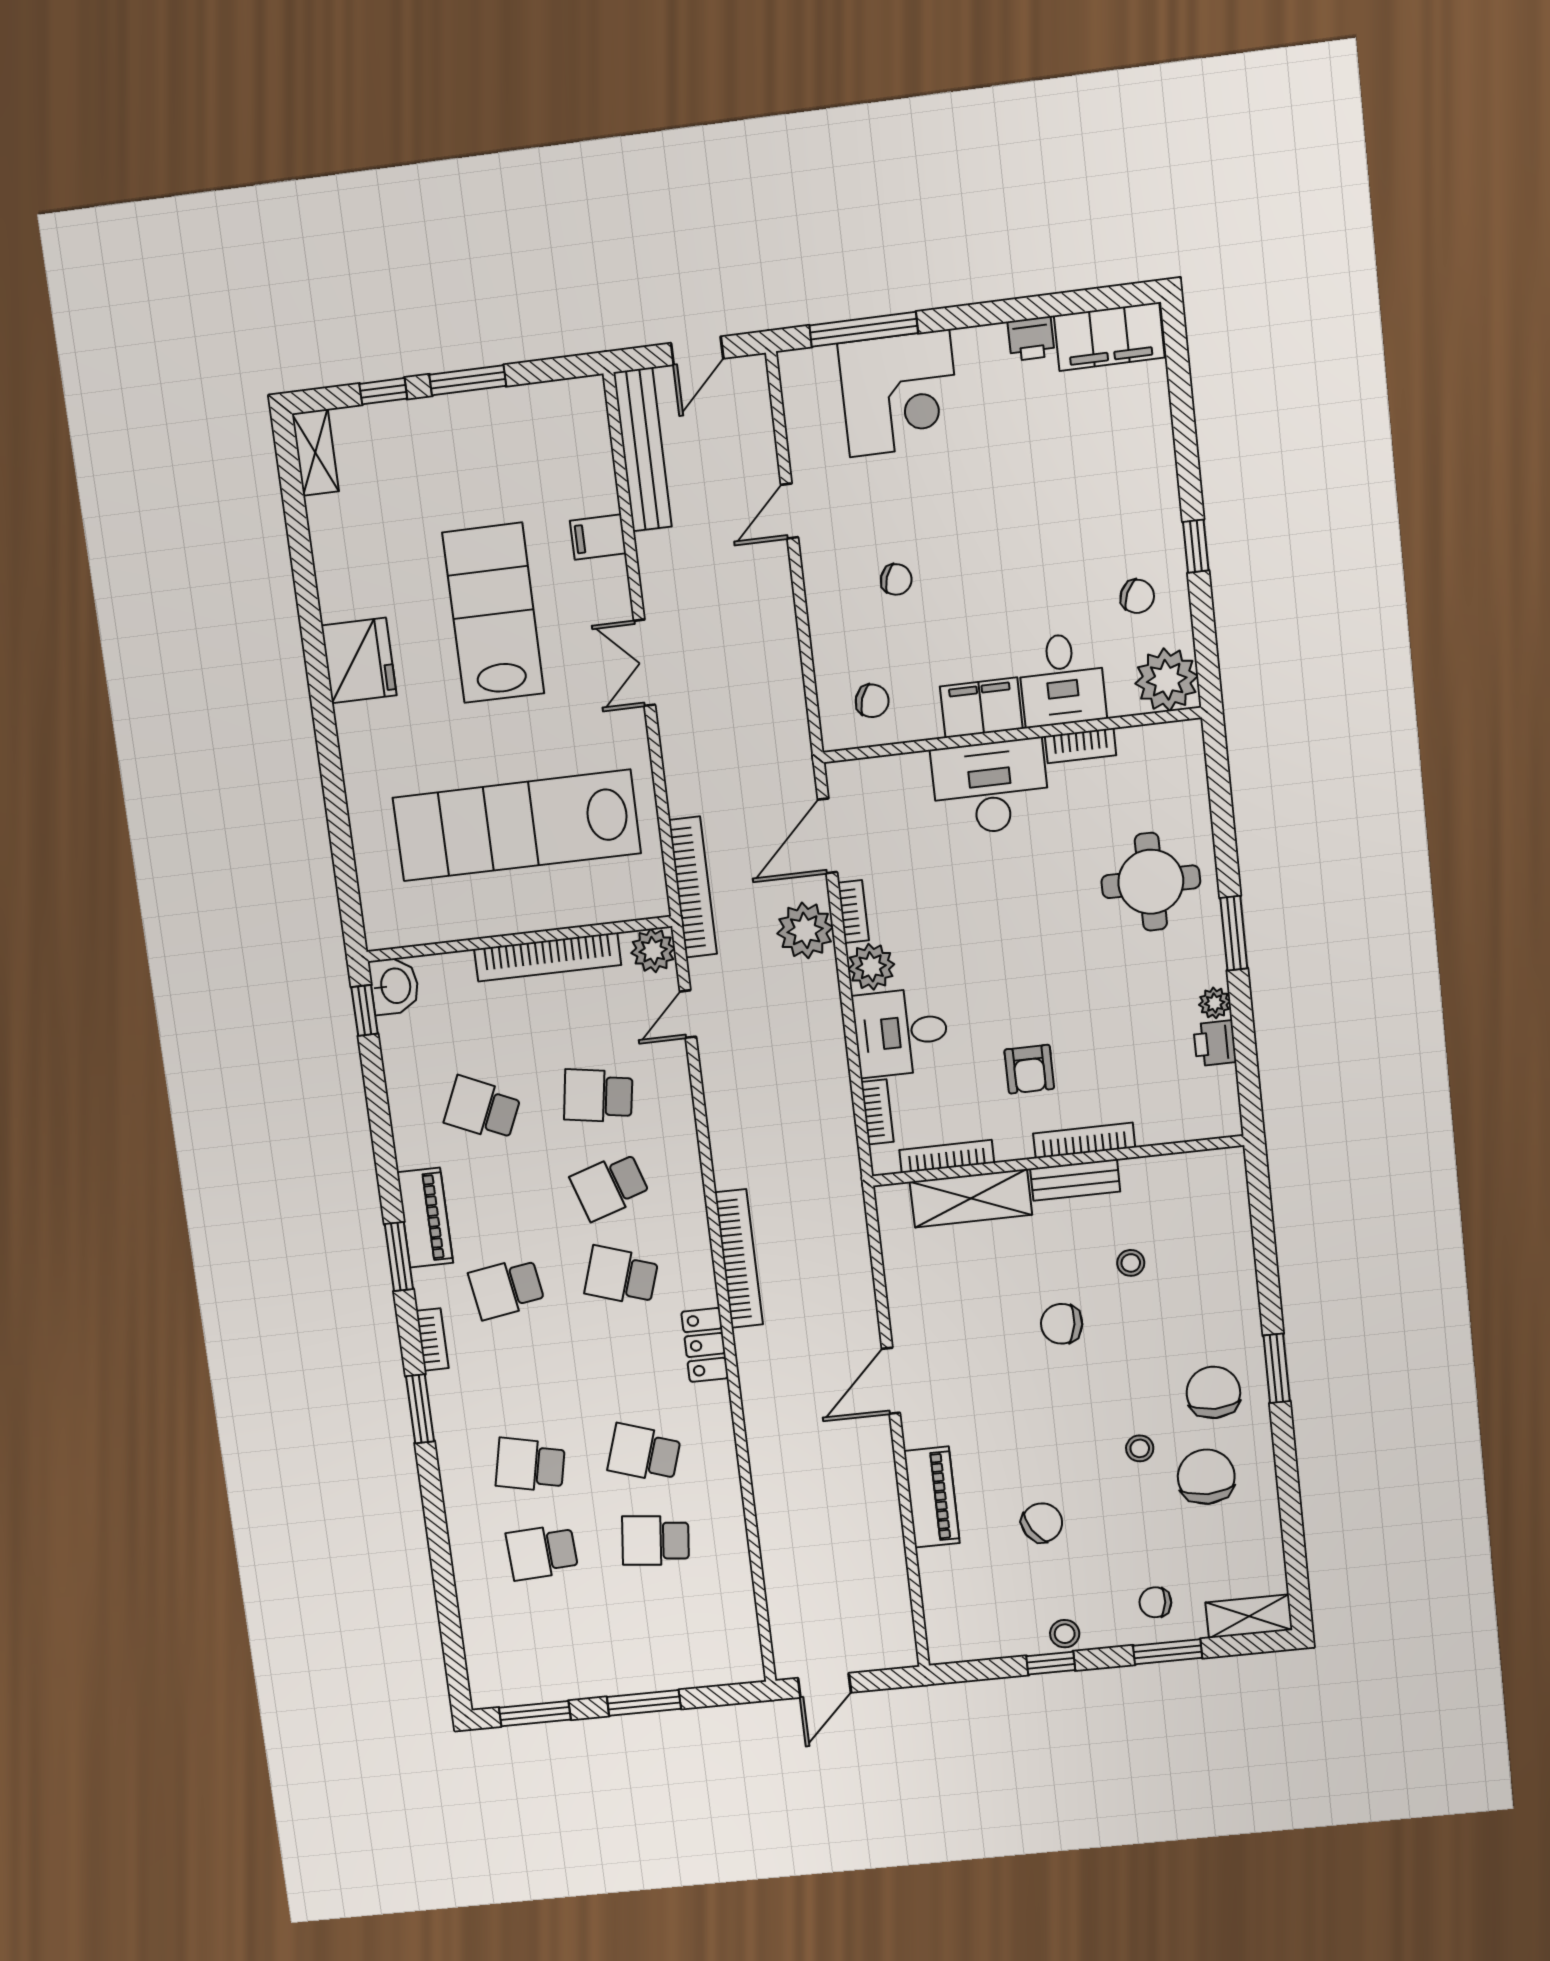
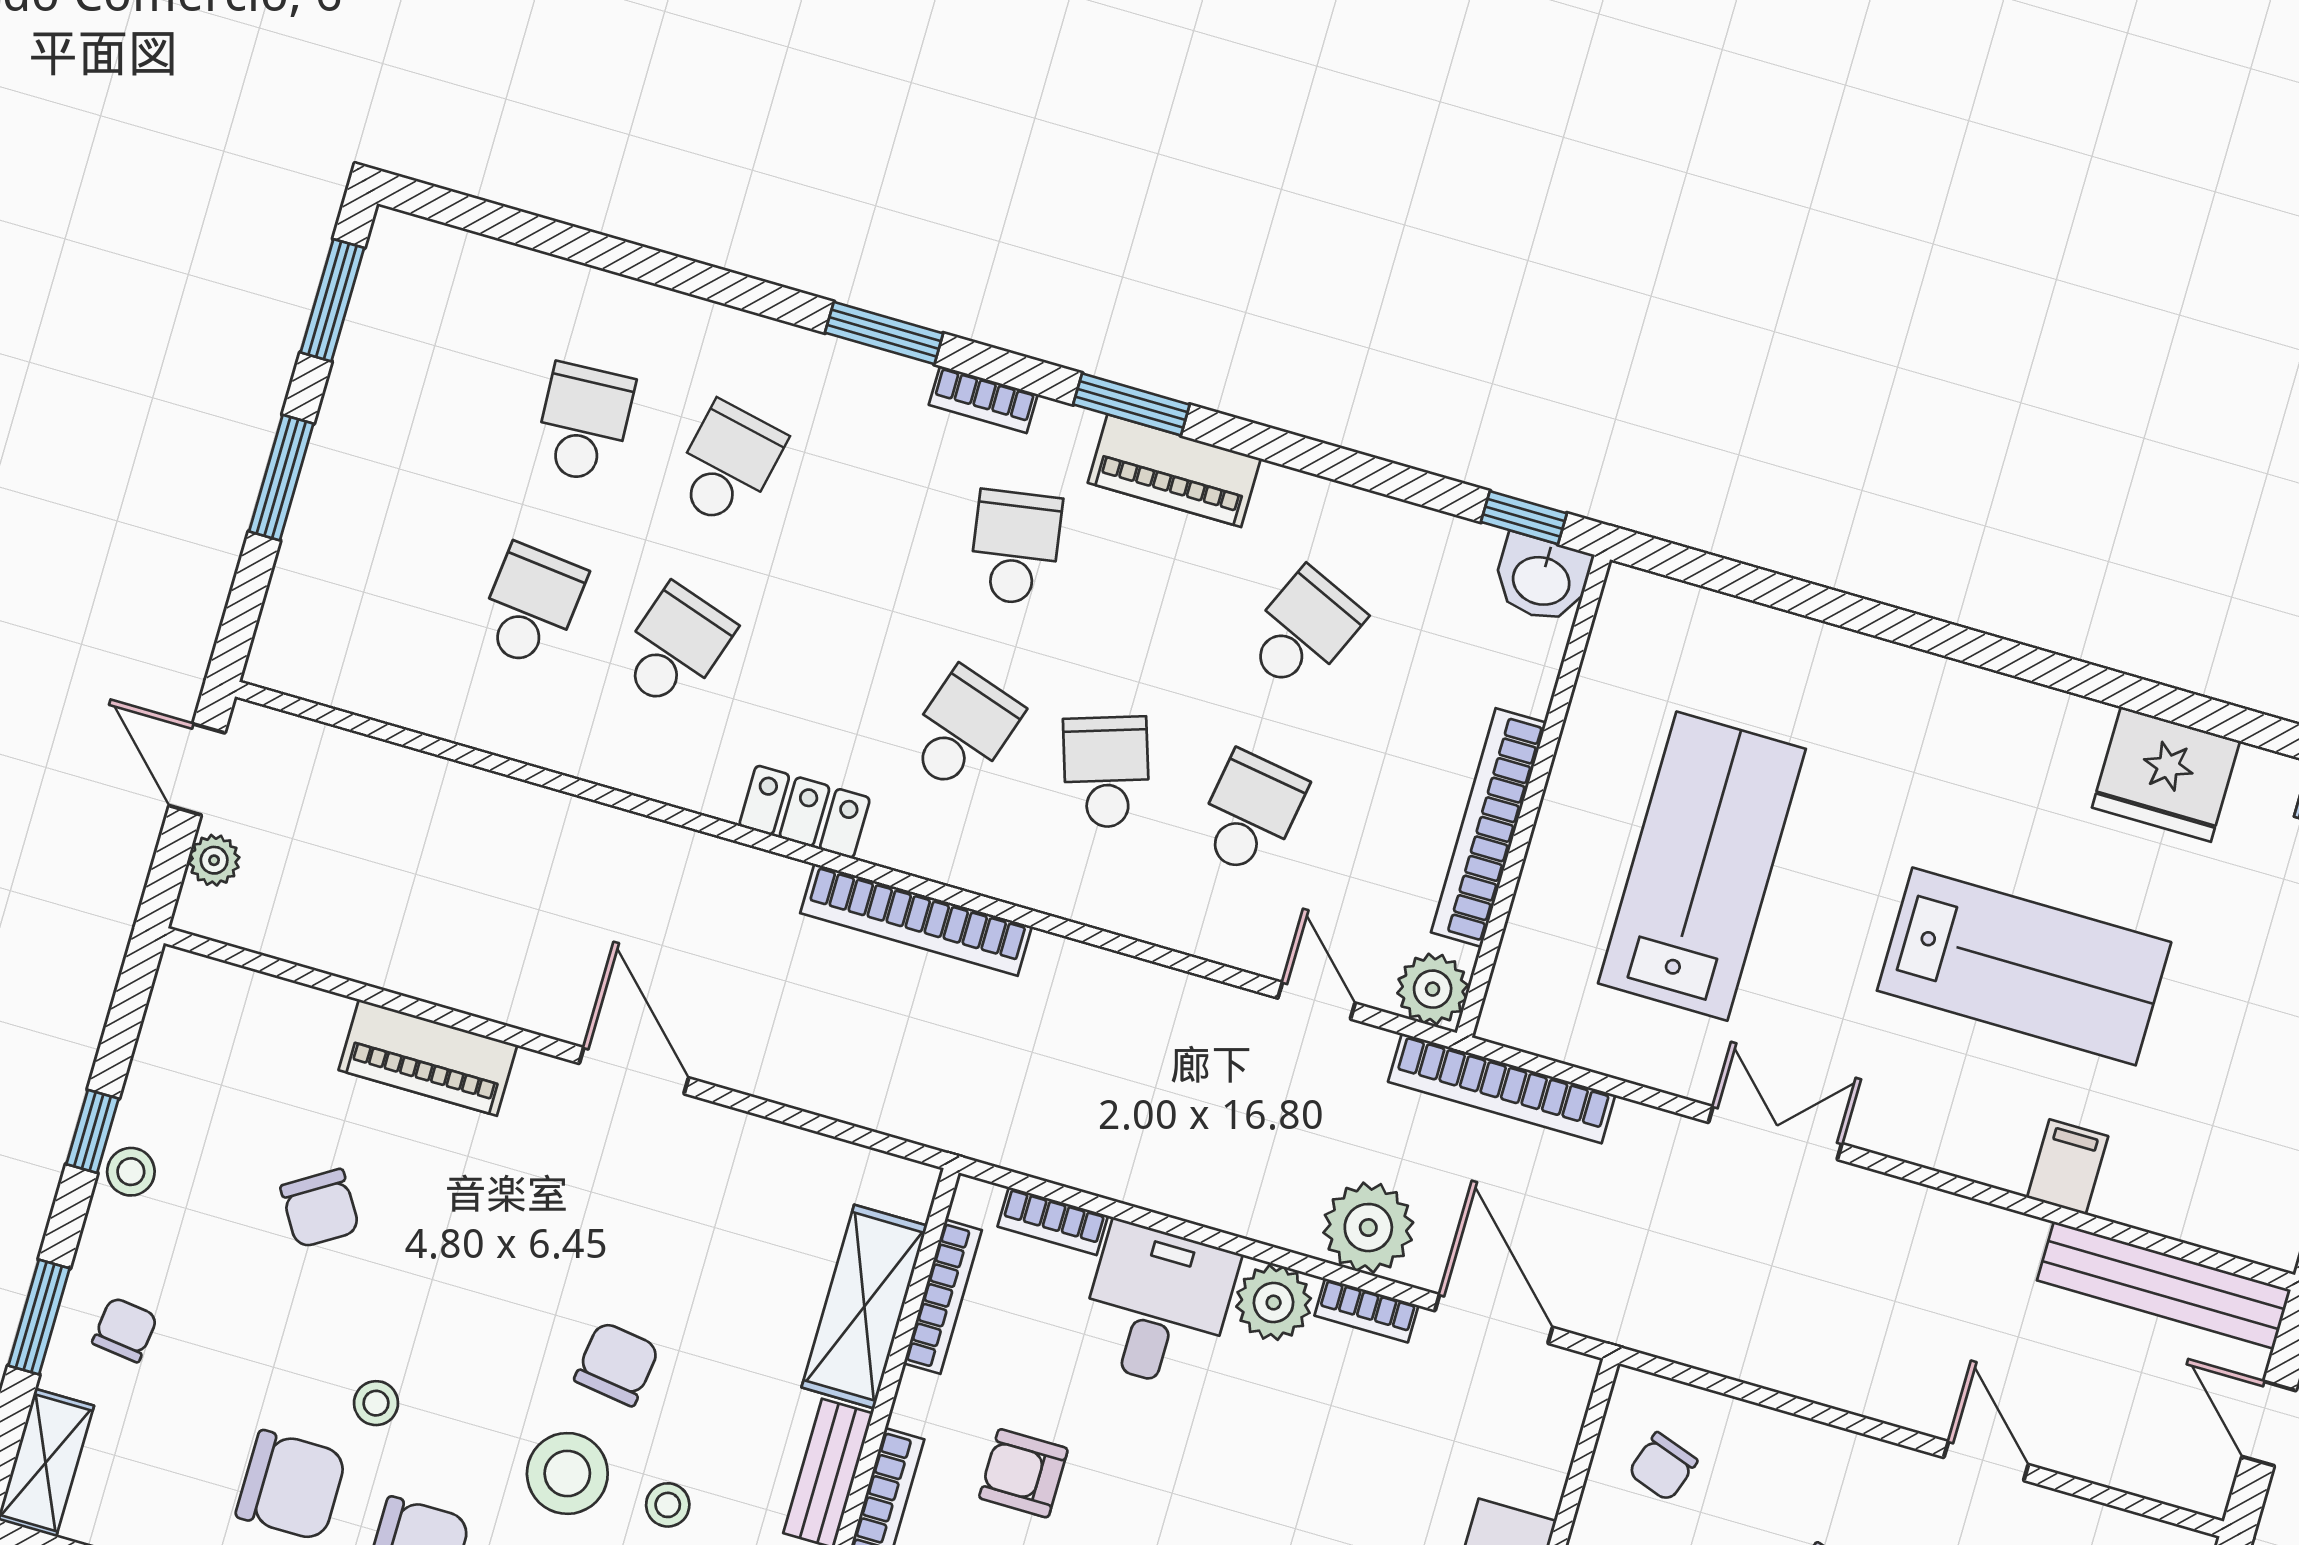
fridge: (359, 660) -> (2166, 774), moved
double door: (644, 663) -> (1775, 1133), moved
lab bench: (517, 825) -> (1702, 866), width x0.73
stool: (1136, 1326) -> (567, 1473), added
plant: (871, 1656) -> (214, 860), added

